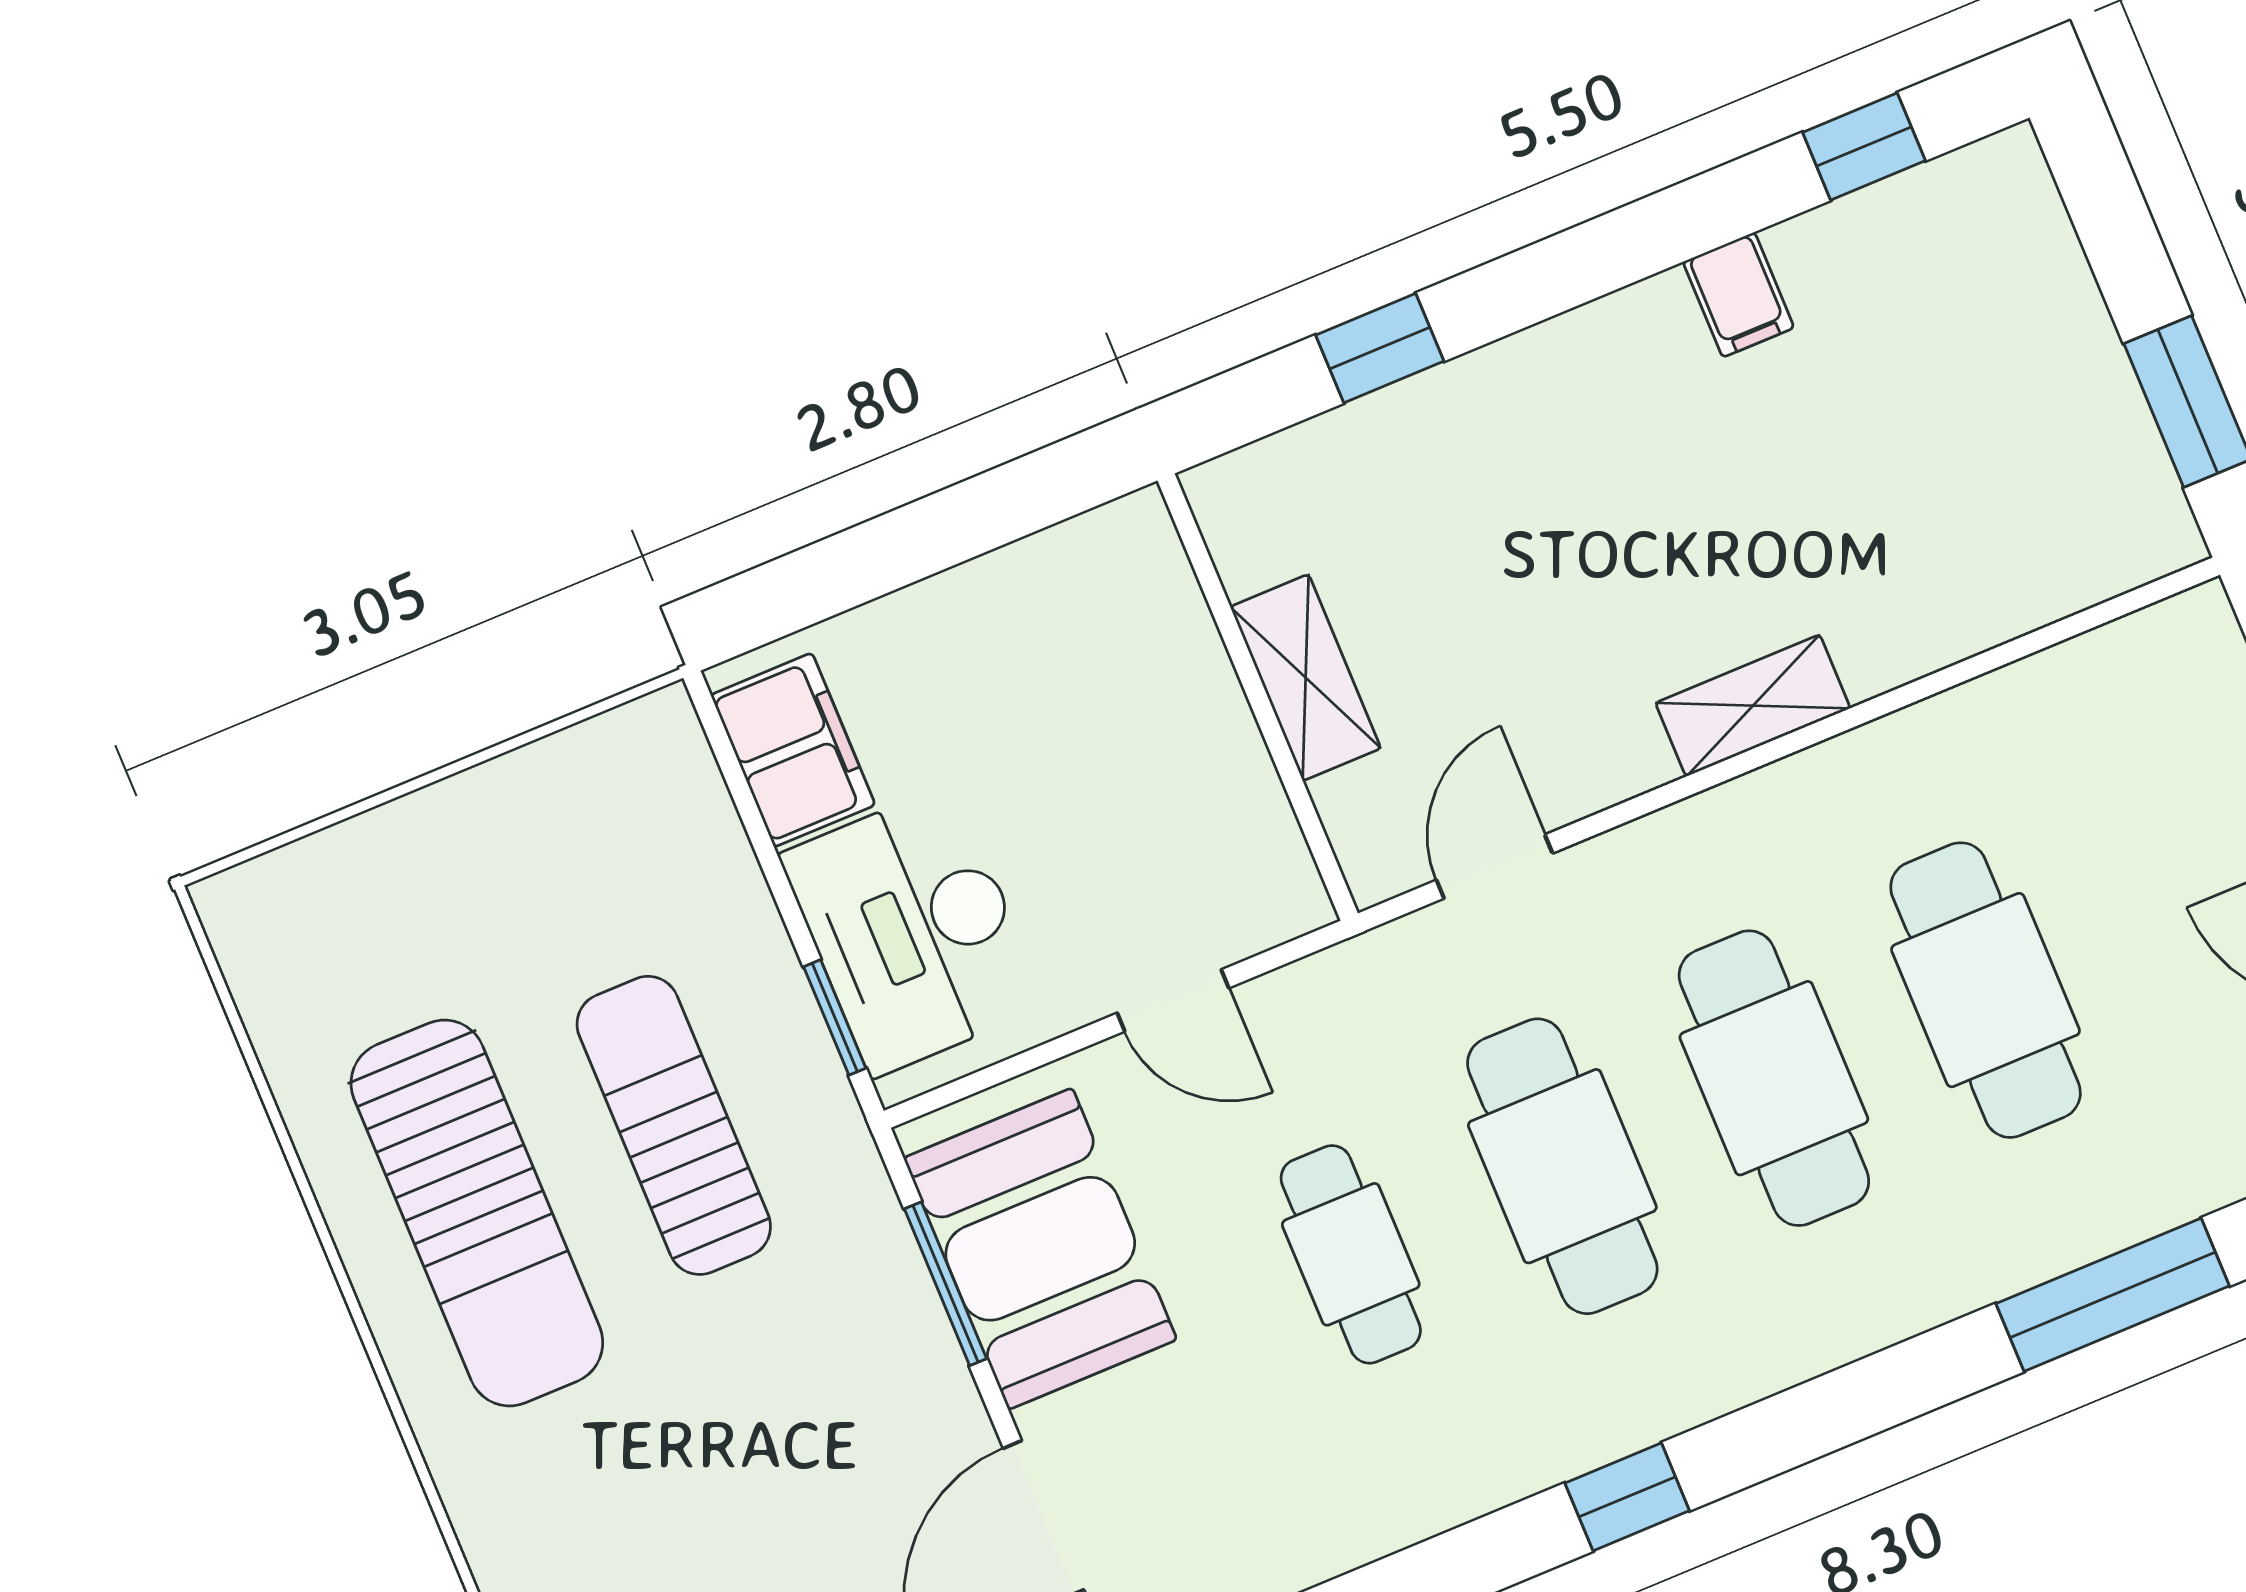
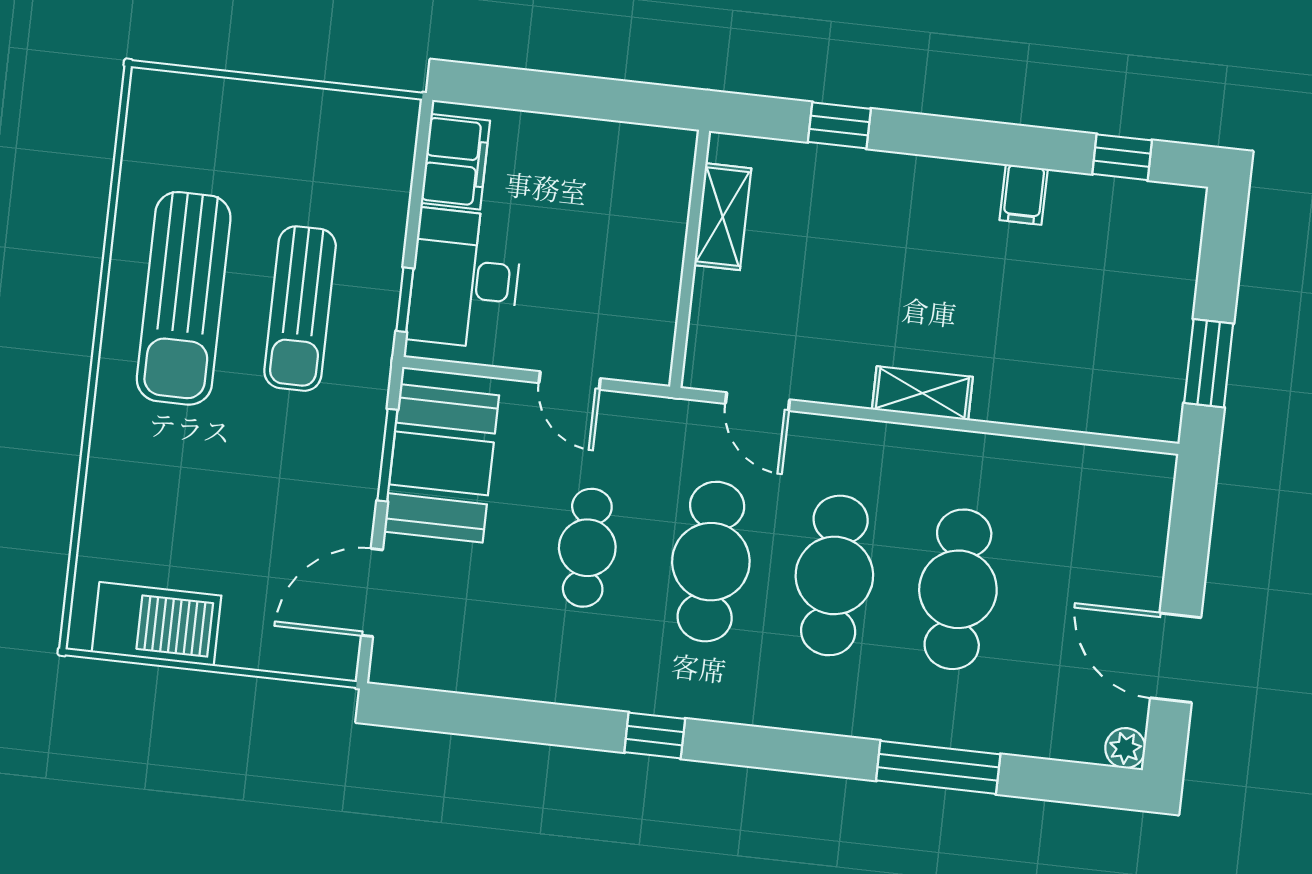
shelving: (1306, 678) -> (723, 217), moved
door: (1495, 867) -> (758, 402), swing flipped
sun lounger: (674, 1125) -> (300, 309), turned 180

